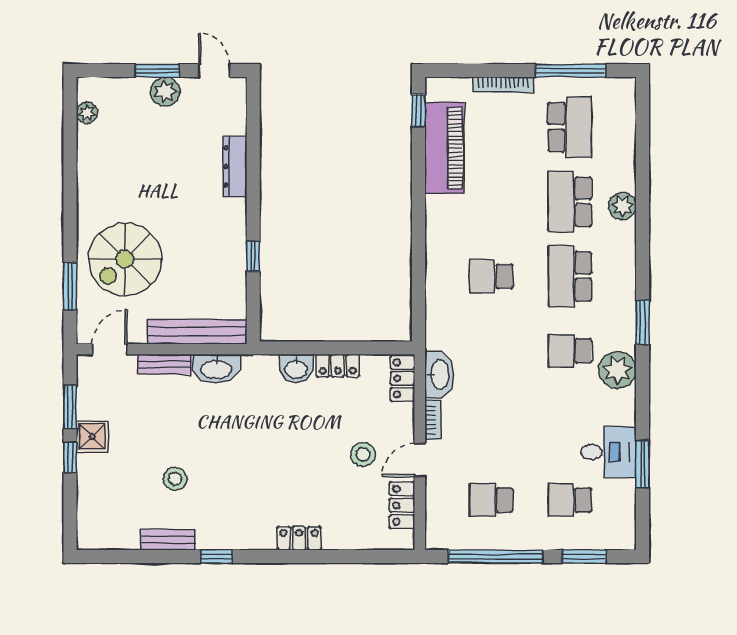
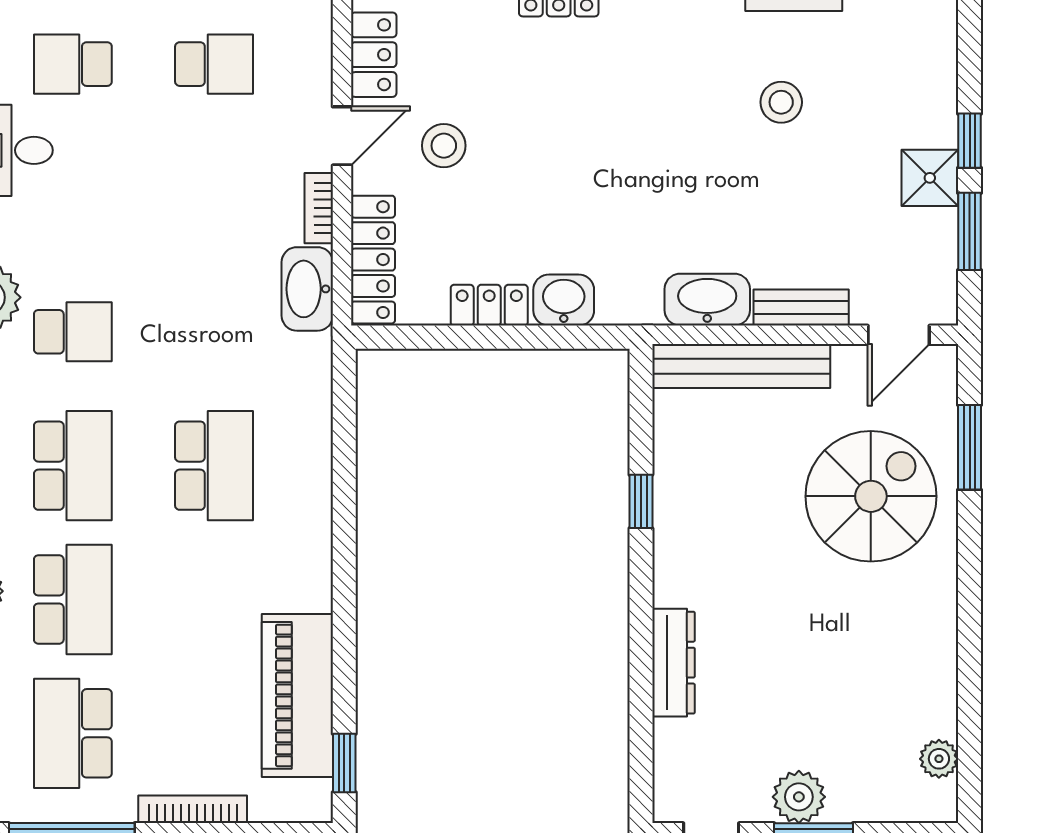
school desk: (491, 276) -> (214, 466), width x1.85
locker: (403, 378) -> (373, 260), width x1.53
school desk: (570, 500) -> (73, 64), turned 180

